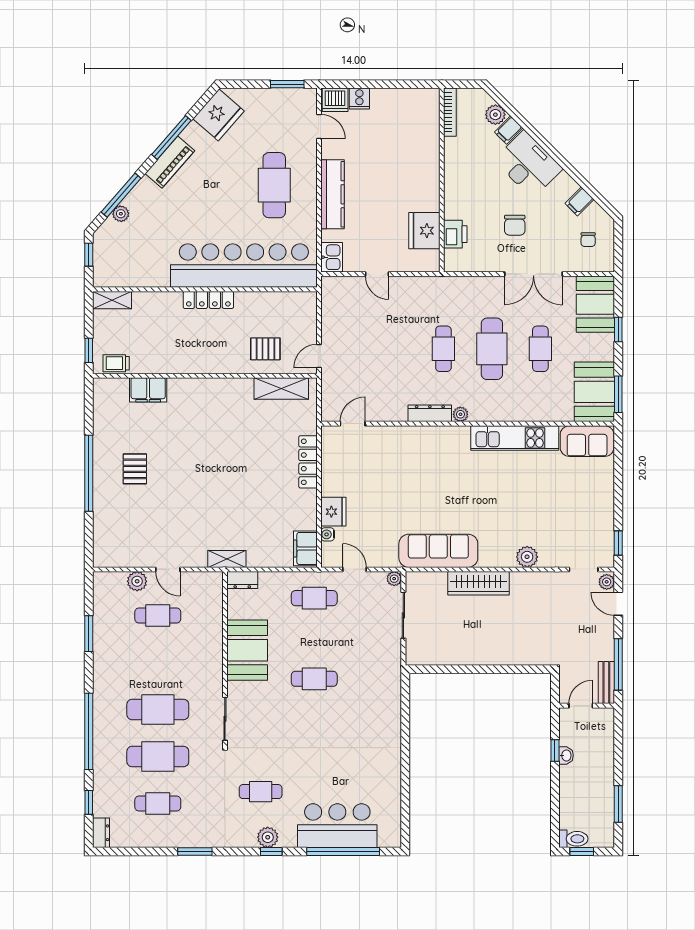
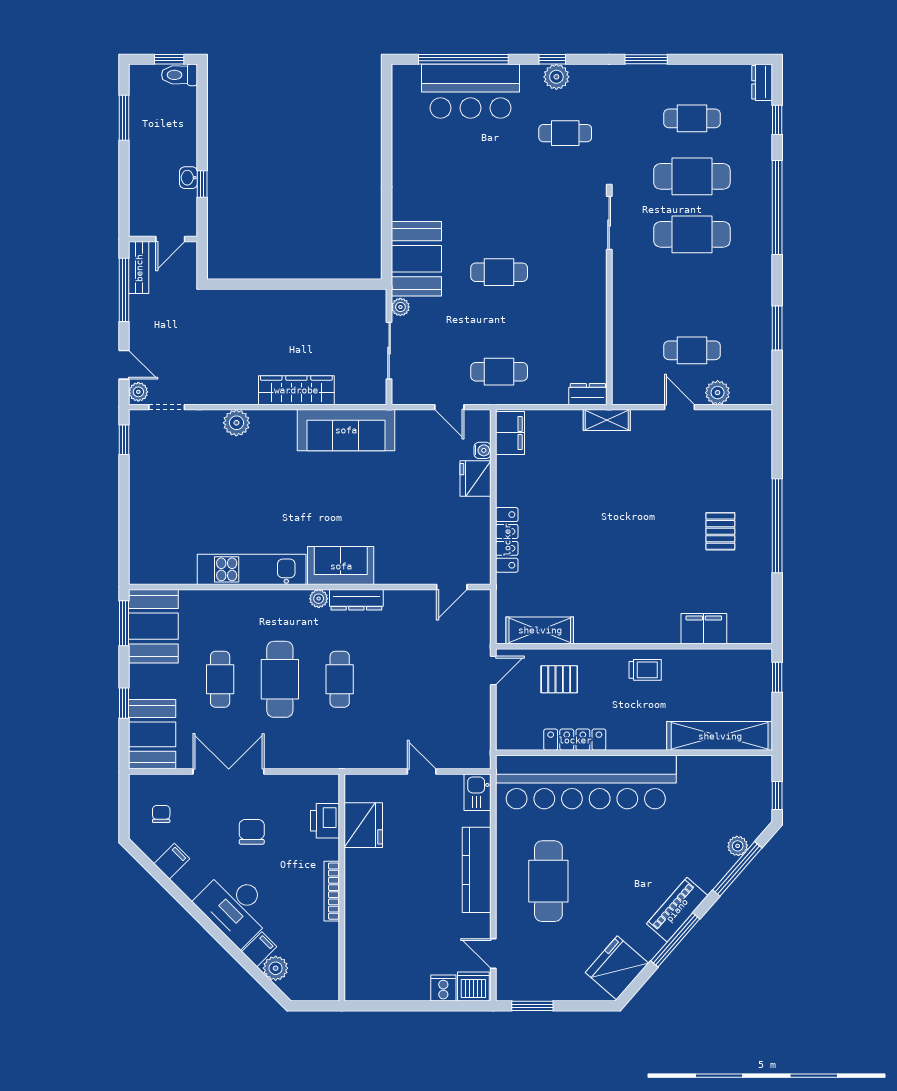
bookcase: (450, 112) -> (332, 891), moved
shelving: (112, 300) -> (720, 736), width x2.20, depth x1.33
locker: (208, 300) -> (575, 740), moved
trolley: (116, 363) -> (645, 670), moved
sofa: (587, 441) -> (341, 566), moved
plant: (394, 579) -> (400, 307), moved
booth: (247, 650) -> (416, 259), moved

